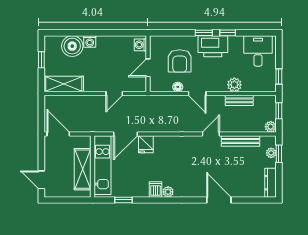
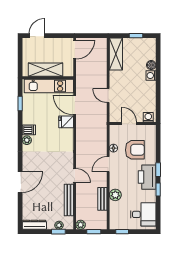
boiler: (72, 46) -> (151, 65), width x0.54, depth x0.54
armchair: (180, 61) -> (135, 150), turned 180

